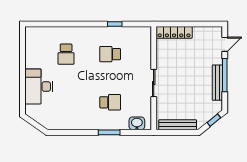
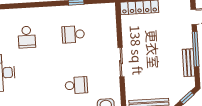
bench: (217, 83) -> (189, 63), width x0.73

